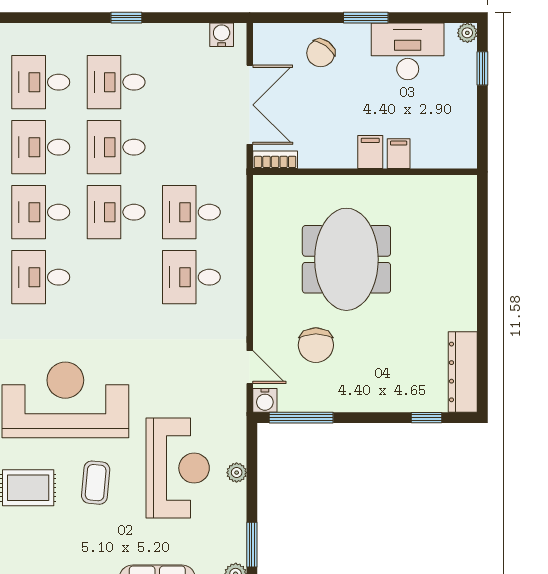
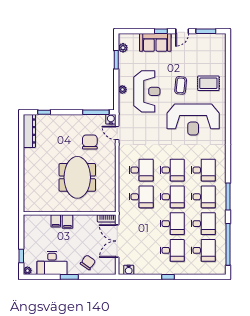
desk: (116, 277) -> (172, 170), added
reception desk: (178, 468) -> (147, 91), turned 180

